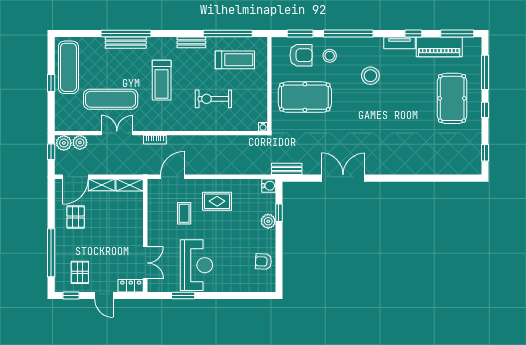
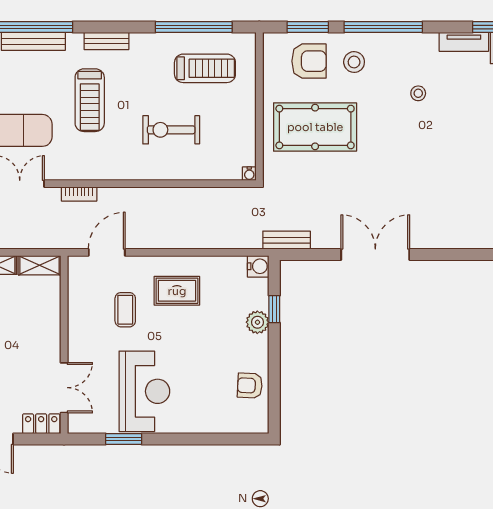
bench: (191, 42) -> (106, 41), moved
stool: (370, 76) -> (418, 93), width x0.53, depth x0.53

